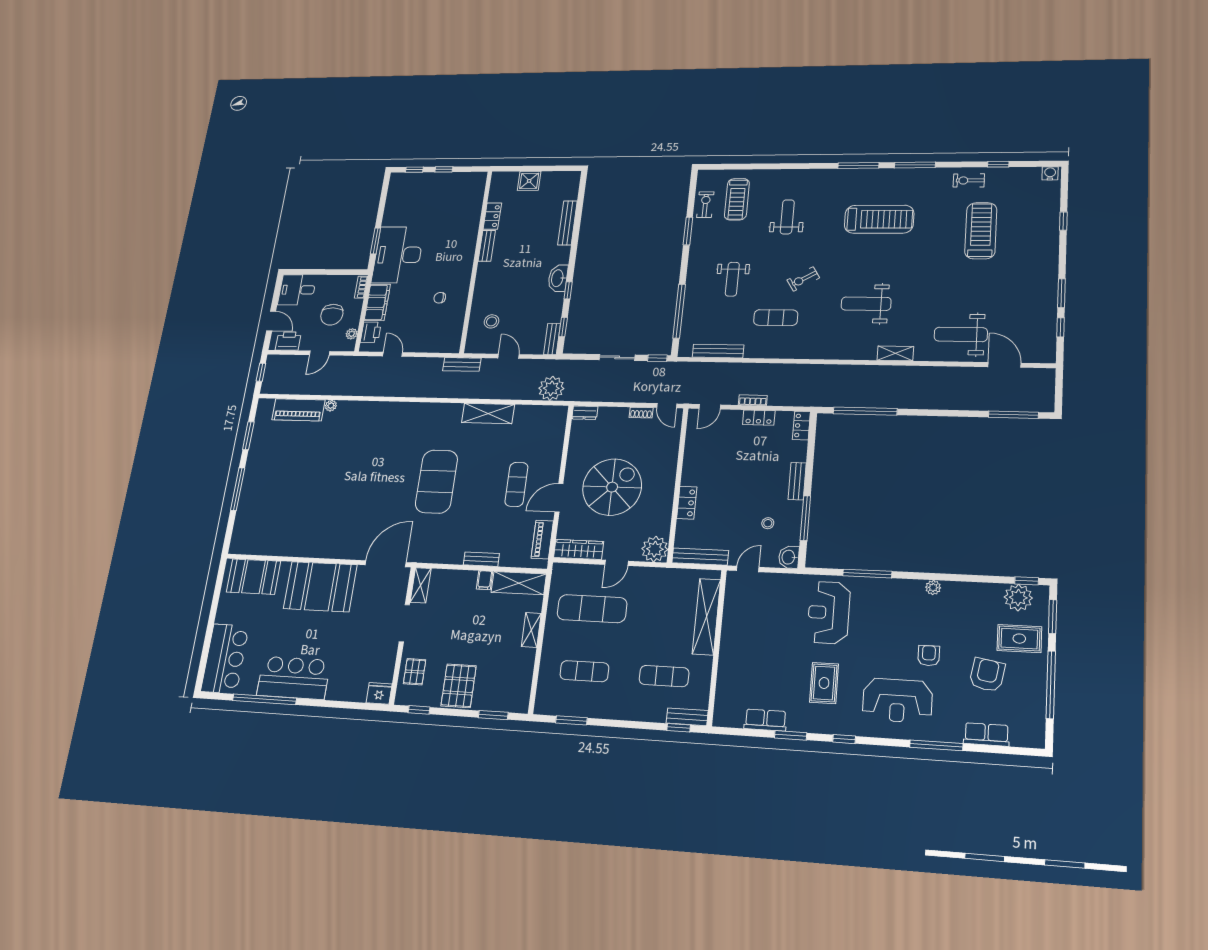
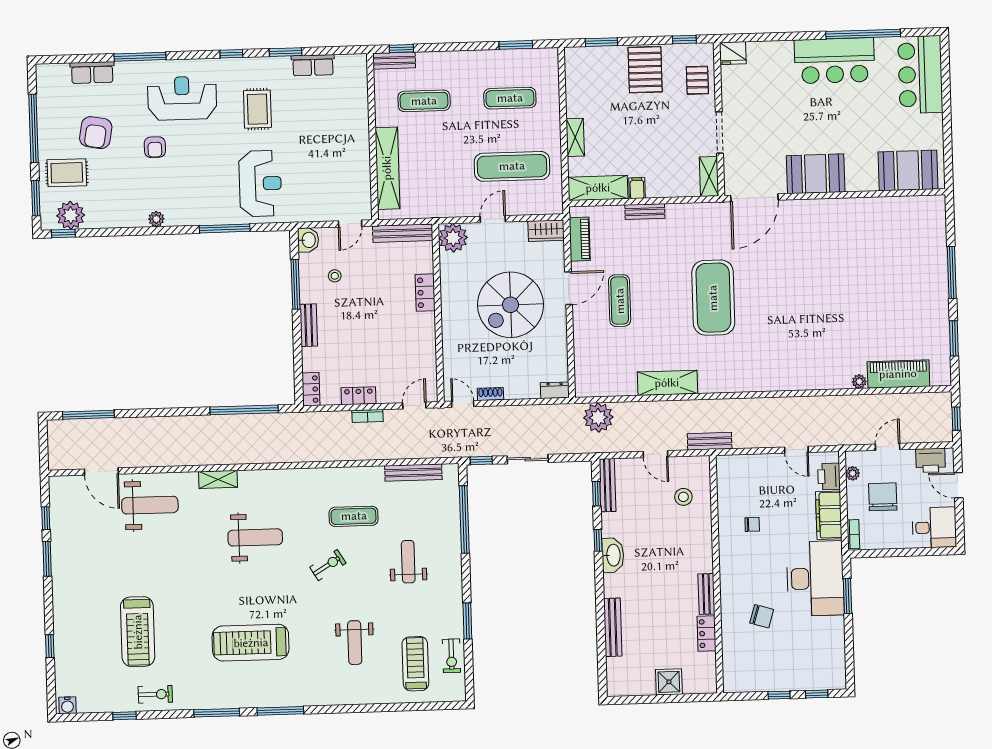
chair: (446, 228) -> (762, 616), added
bench: (552, 339) -> (608, 485), width x1.36
wardrobe: (579, 549) -> (546, 231), width x0.67
booth: (320, 587) -> (816, 174), width x0.73, depth x0.70

